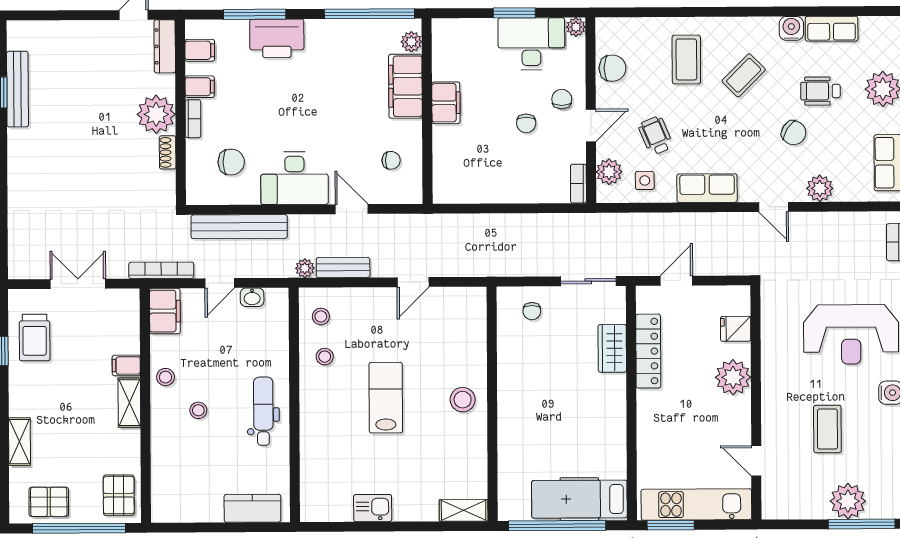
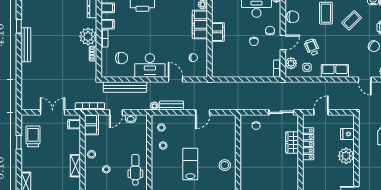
bench: (17, 89) -> (26, 45), moved
trolley: (35, 338) -> (33, 136), turned 180
filing cabinet: (126, 365) -> (74, 124), moved

